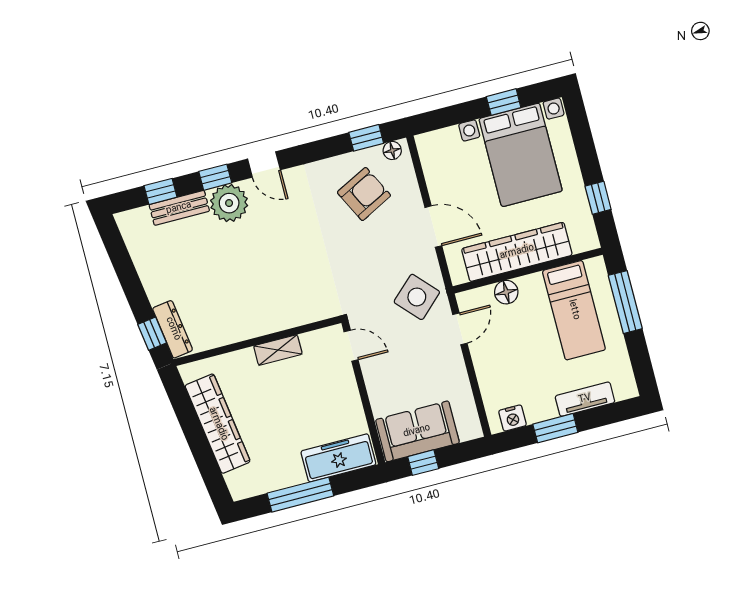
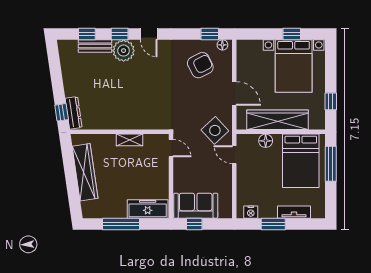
bed: (574, 310) -> (301, 161), width x1.50
door: (460, 329) -> (234, 155), swing flipped

